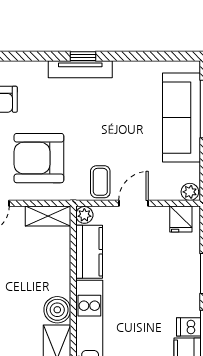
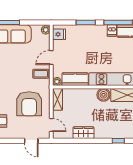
door: (133, 203) -> (51, 57), hinge flipped

